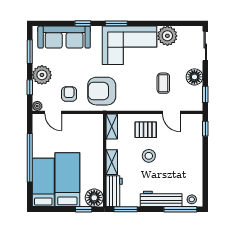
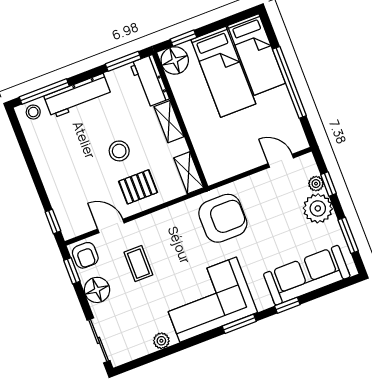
plant: (167, 36) -> (161, 341), width x0.53, depth x0.53
armchair: (69, 94) -> (85, 255), moved
plant: (37, 106) -> (316, 184), moved

